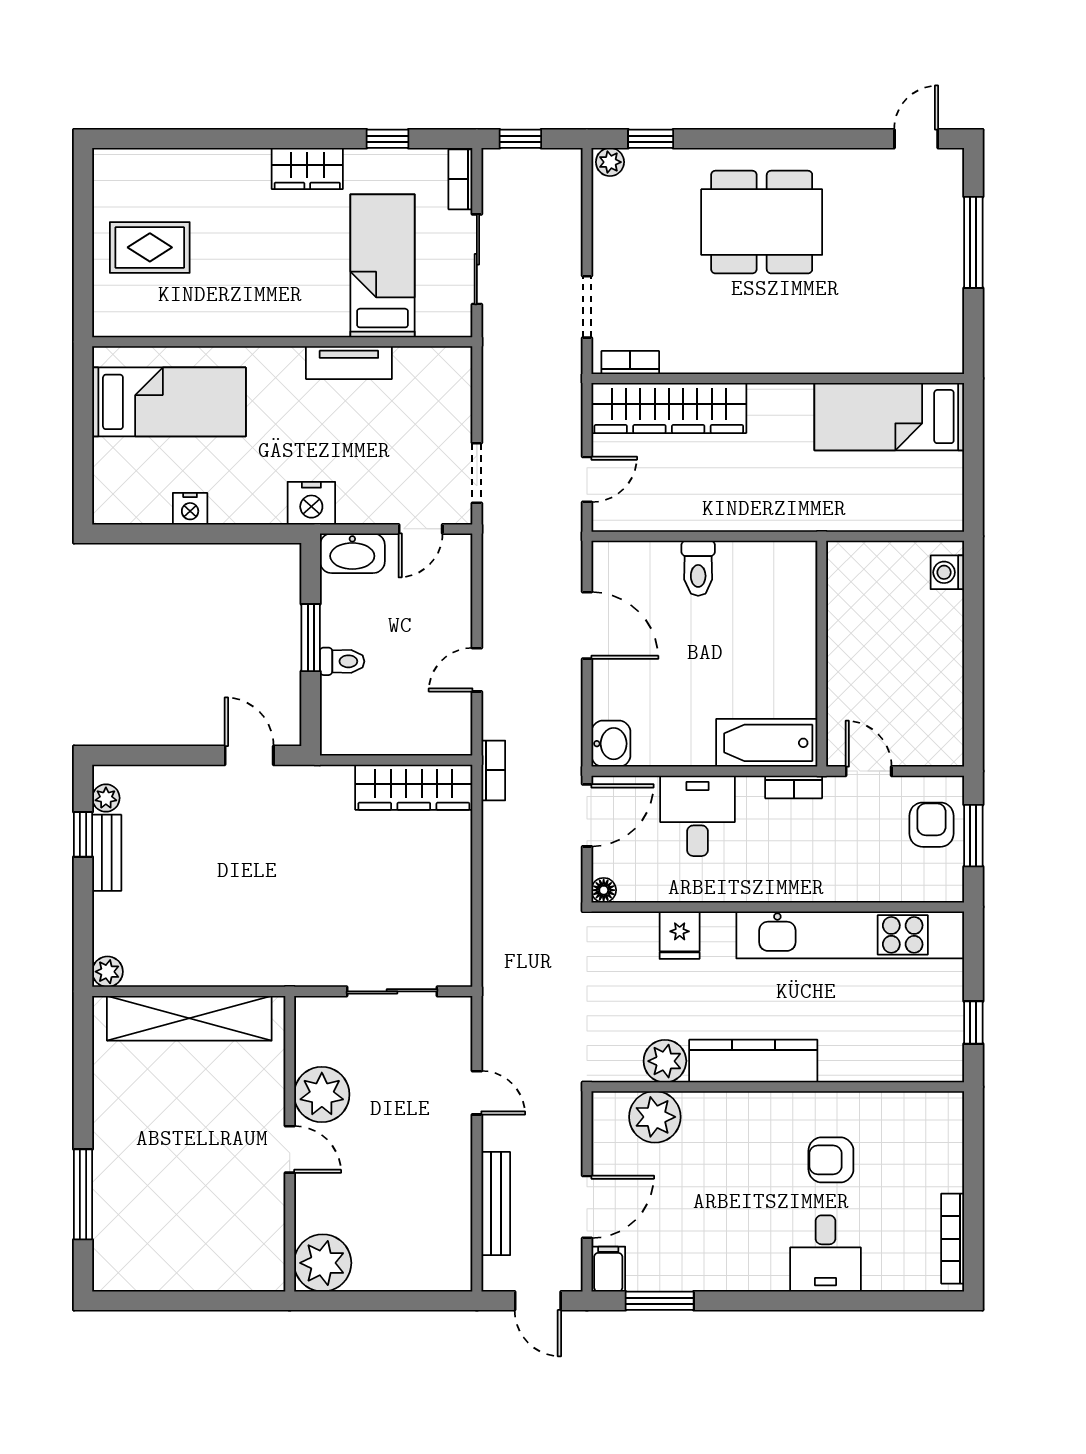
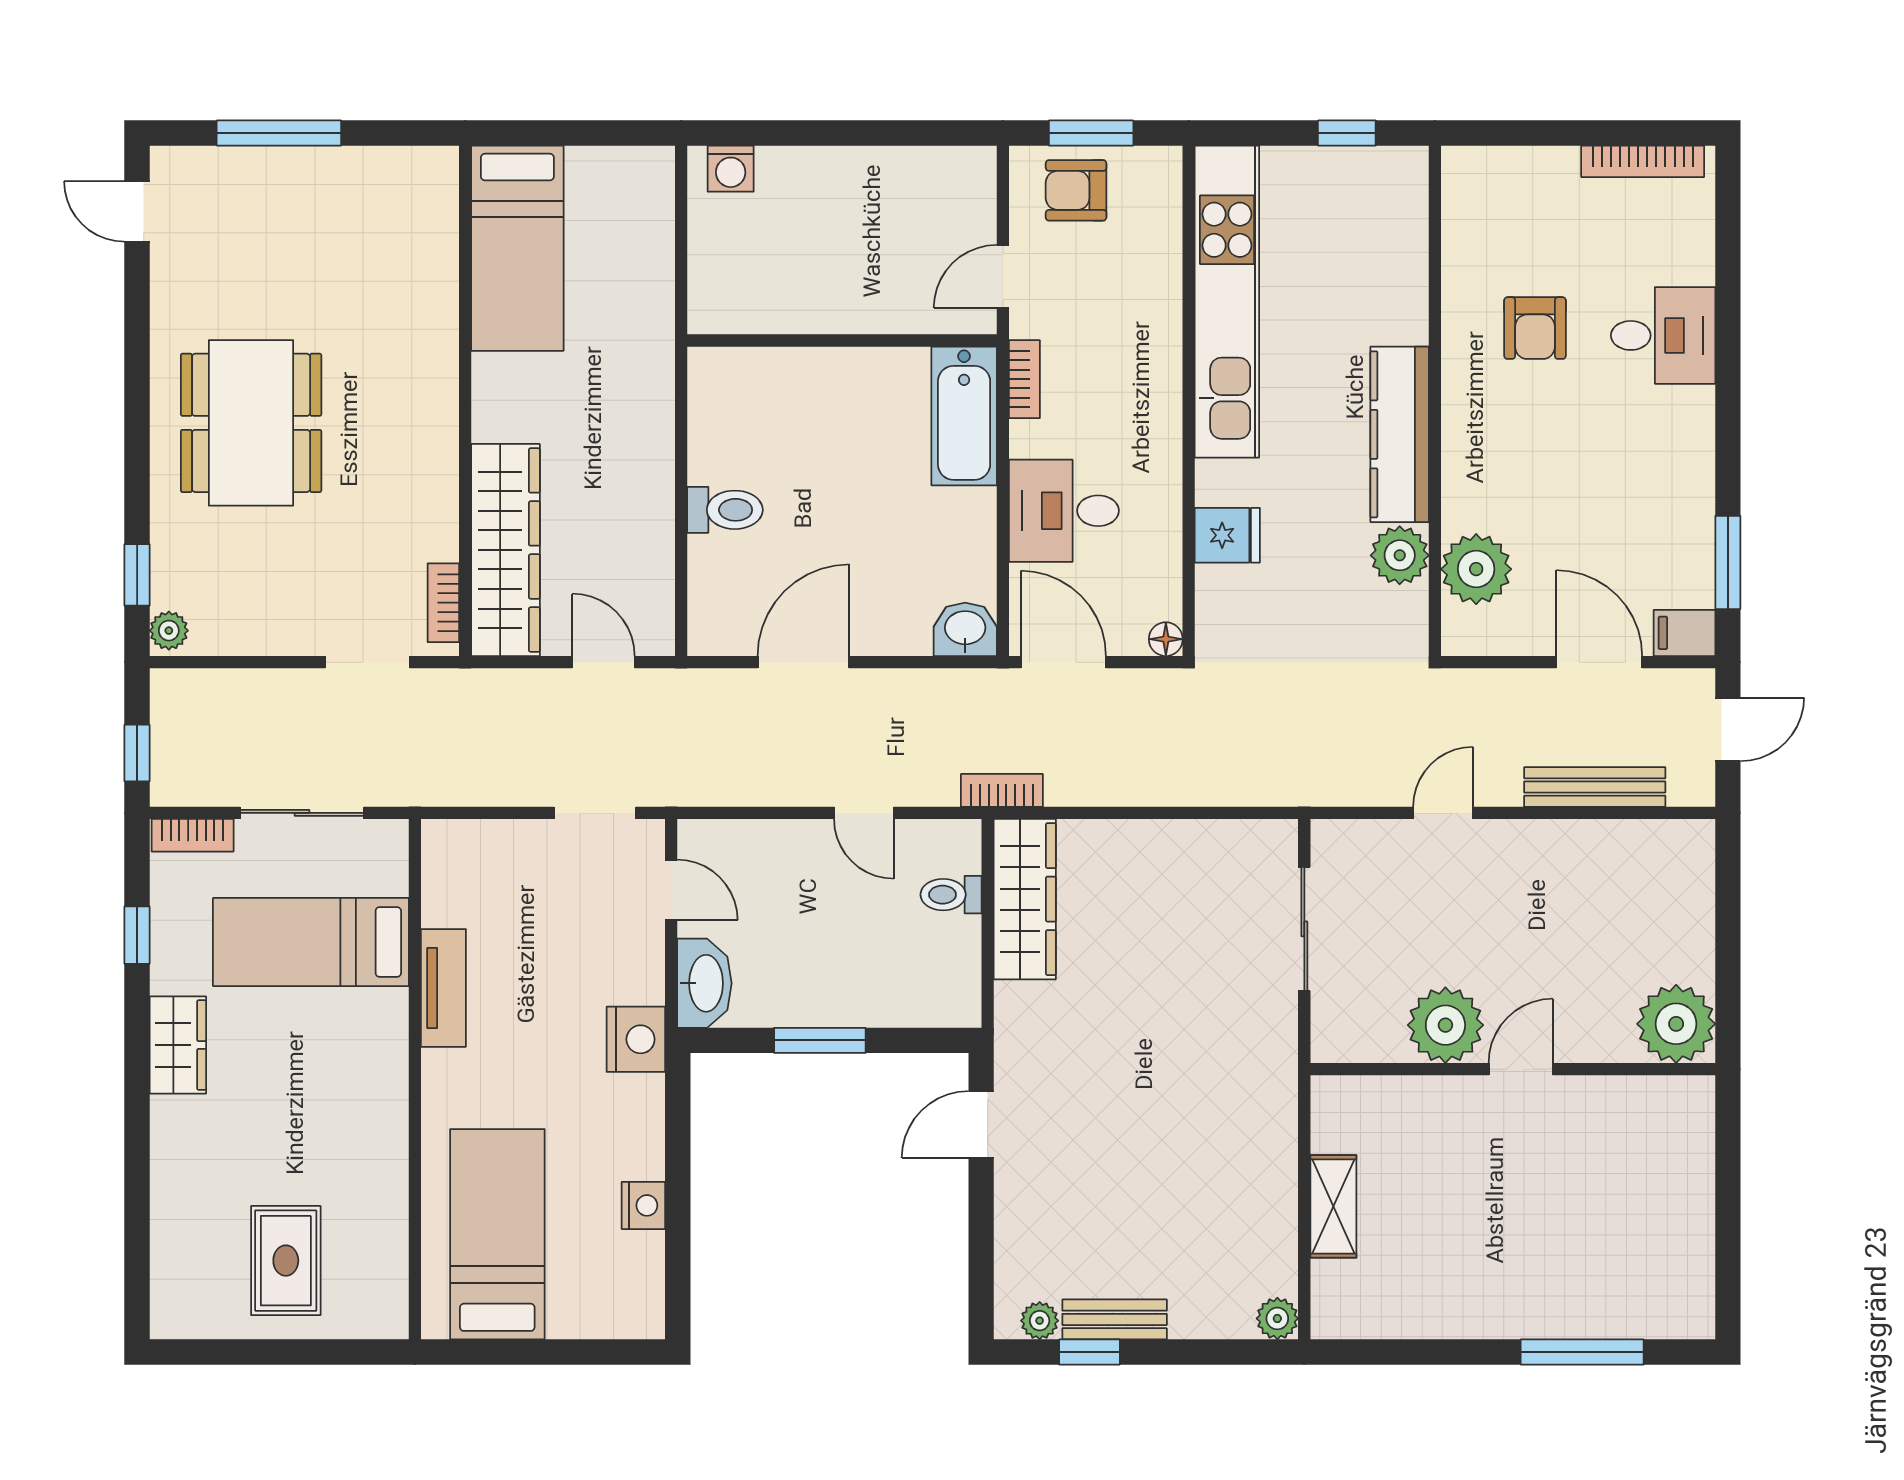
toilet: (342, 661) -> (951, 895), moved, turned -90
shelving: (189, 1018) -> (1333, 1206), width x0.45, depth x0.75

